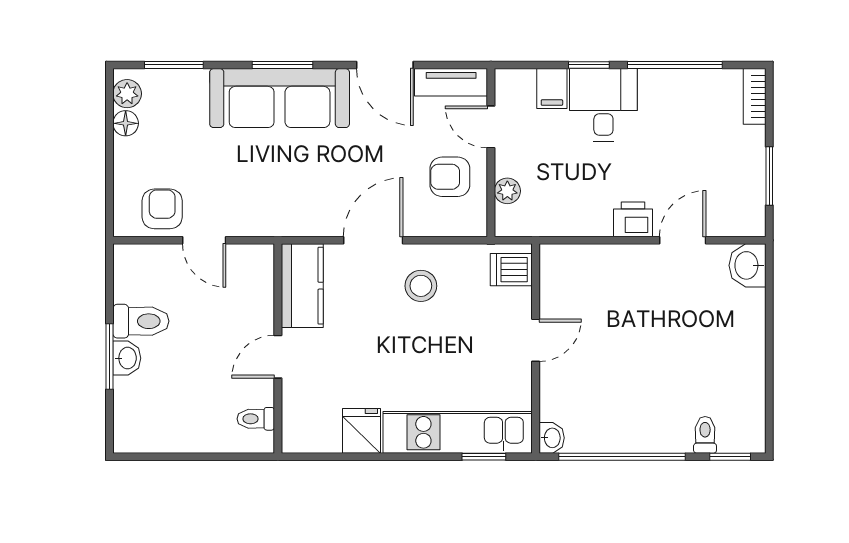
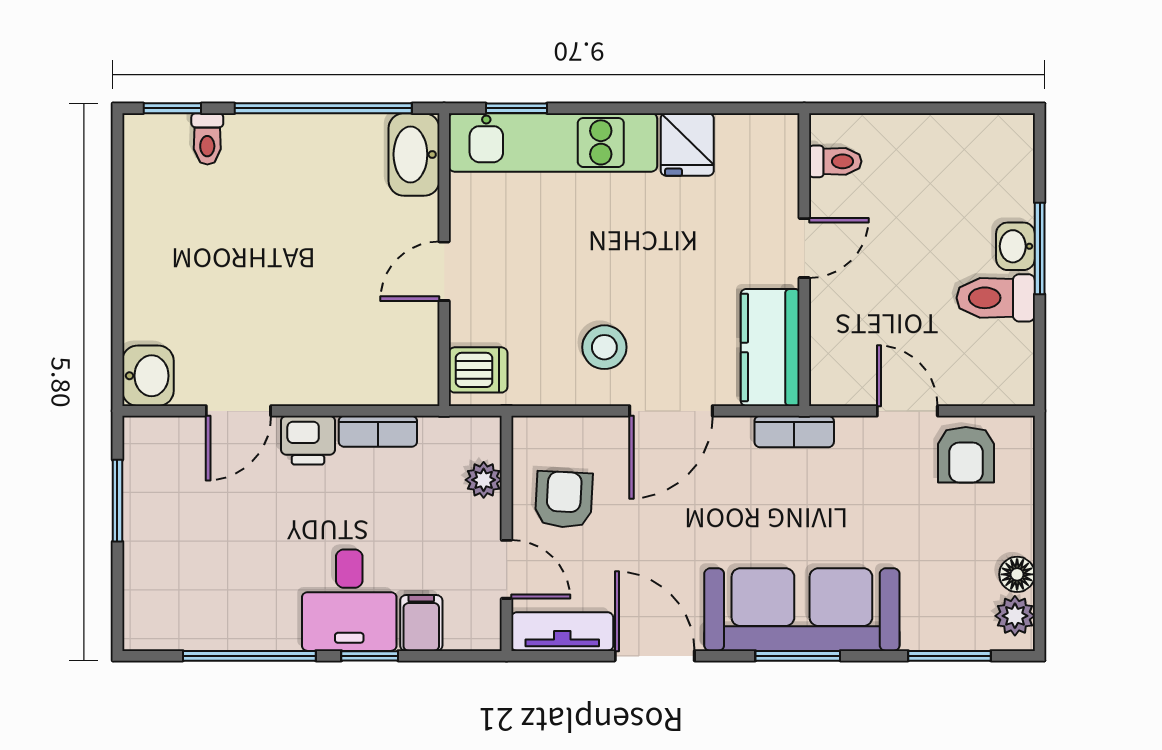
bookcase: (755, 96) -> (378, 431), moved, turned 90
armchair: (450, 177) -> (564, 500), turned -87
bookcase: (285, 225) -> (794, 432), added
washbasin: (552, 438) -> (414, 154), width x1.91, depth x1.45

